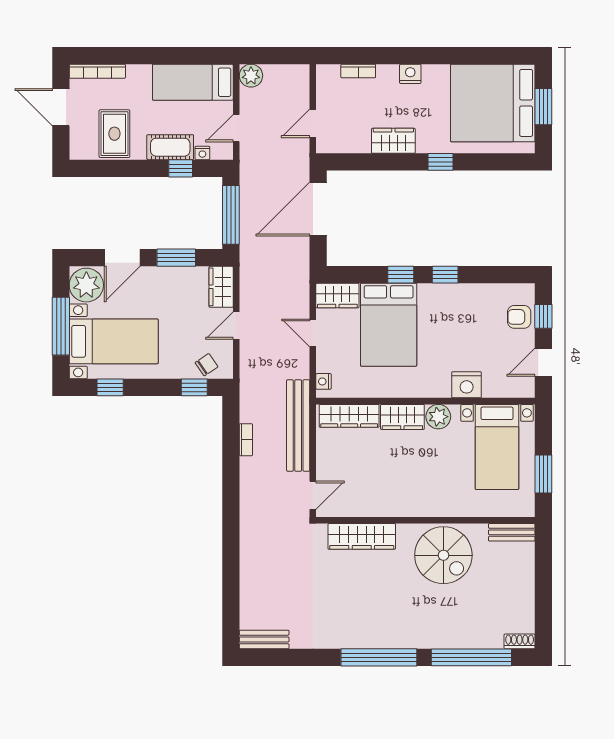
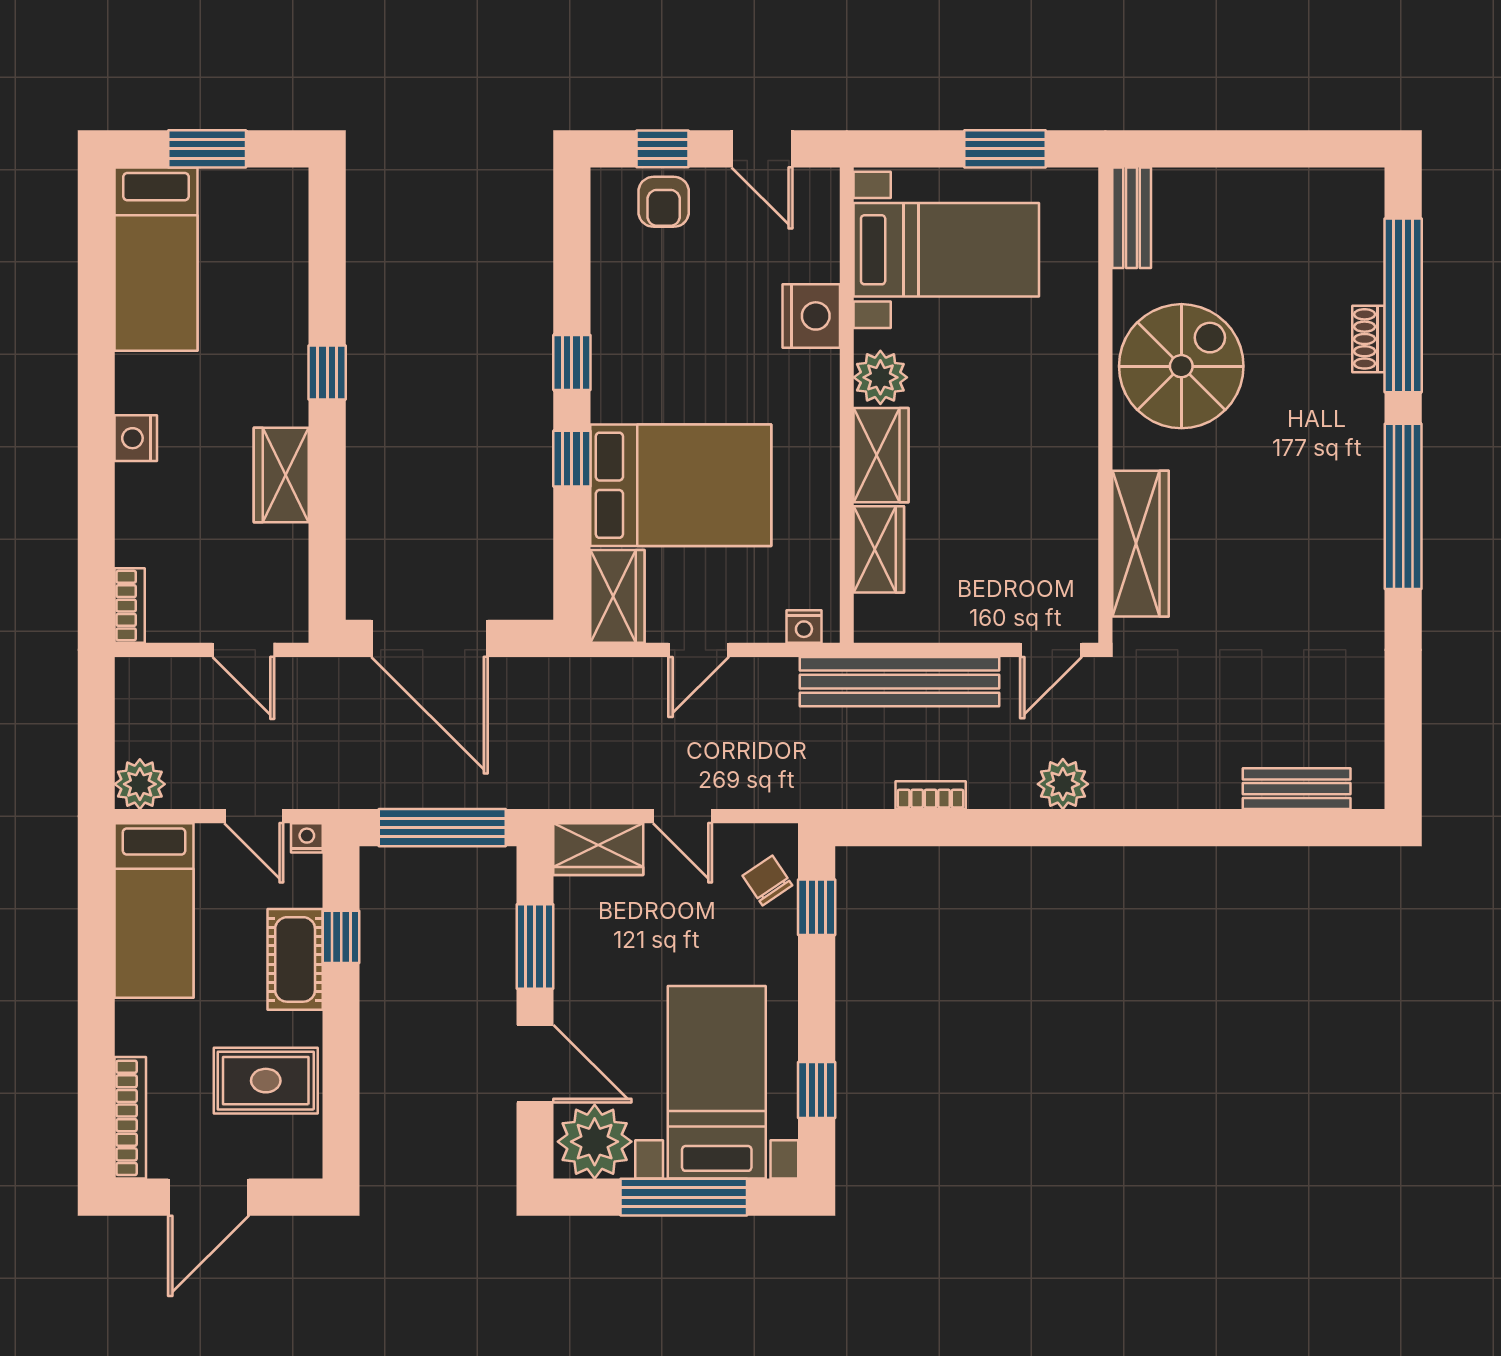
bookcase: (358, 71) -> (130, 606), moved
bed: (493, 103) -> (156, 259), width x0.49
nightstand: (202, 153) -> (307, 838), moved, turned -90
wardrobe: (349, 416) -> (879, 549), width x0.67
door: (313, 495) -> (1051, 650), swing flipped
plant: (251, 501) -> (1063, 784), added
bench: (264, 639) -> (1297, 789), moved, turned 90
shoe rack: (520, 641) -> (1369, 339), moved

